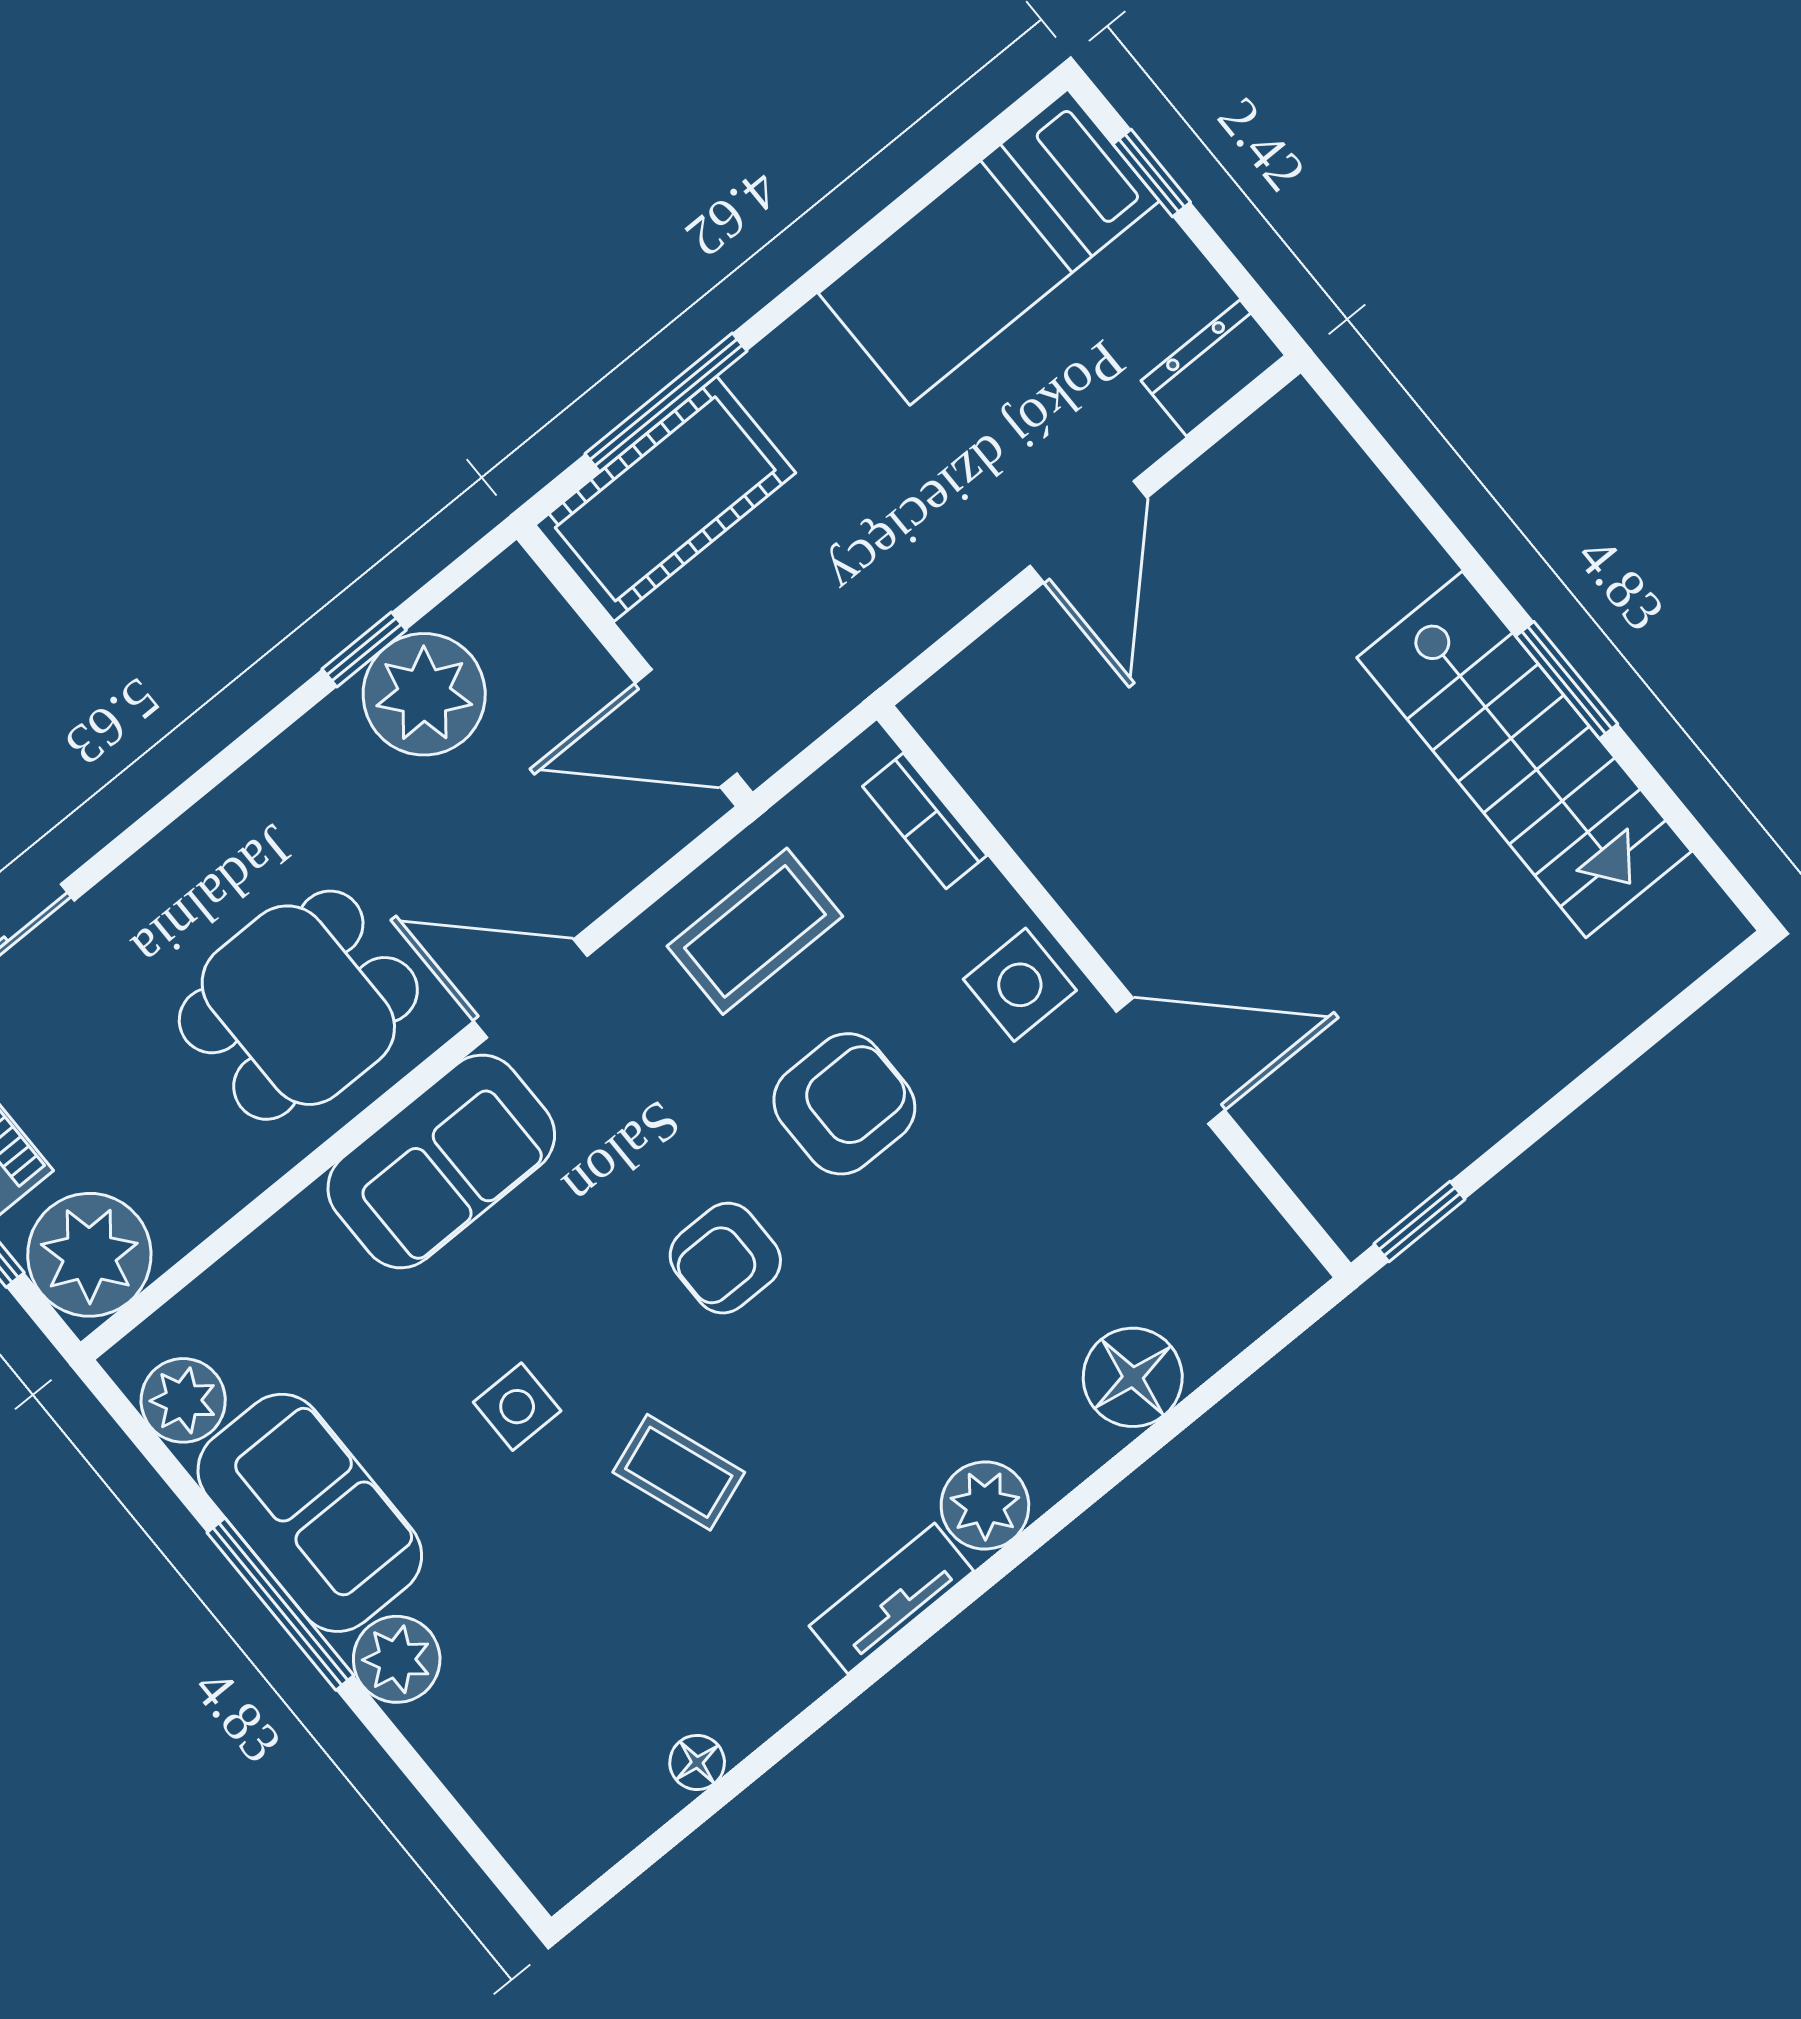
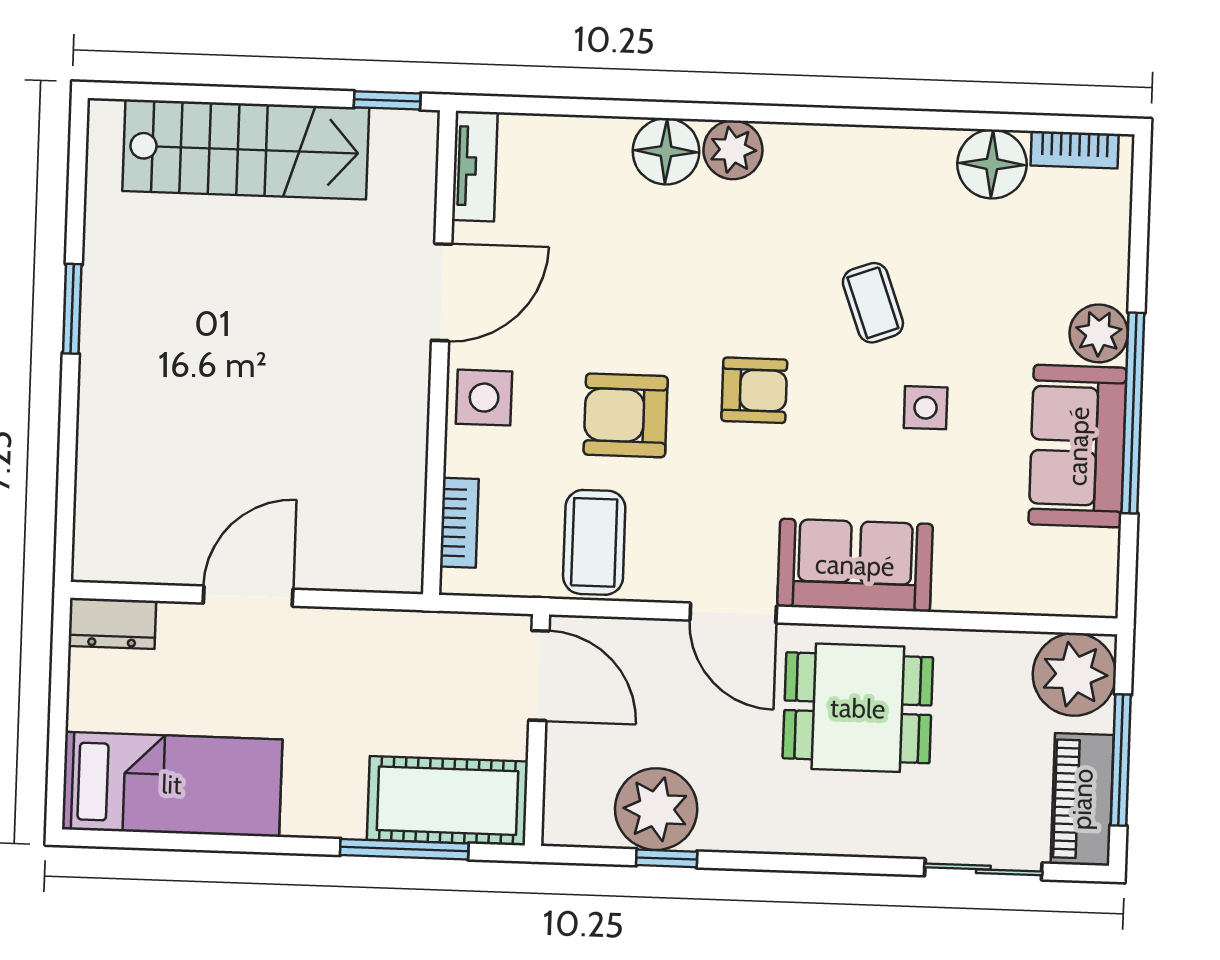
window: (1152, 173) -> (57, 749), removed
stairs: (1524, 754) -> (246, 149), moved, turned 90
coffee table: (755, 931) -> (594, 542), turned 90
door: (1171, 1061) -> (442, 292), swing flipped
floor lamp: (1133, 1377) -> (666, 151), moved
plant: (183, 1400) -> (1092, 559), removed
tv unit: (891, 1598) -> (475, 166), moved, turned -90
window: (280, 1604) -> (1133, 413), width x1.46
floor lamp: (697, 1762) -> (992, 164), width x1.89, depth x1.89
bookcase: (604, 1841) -> (1075, 150), added

